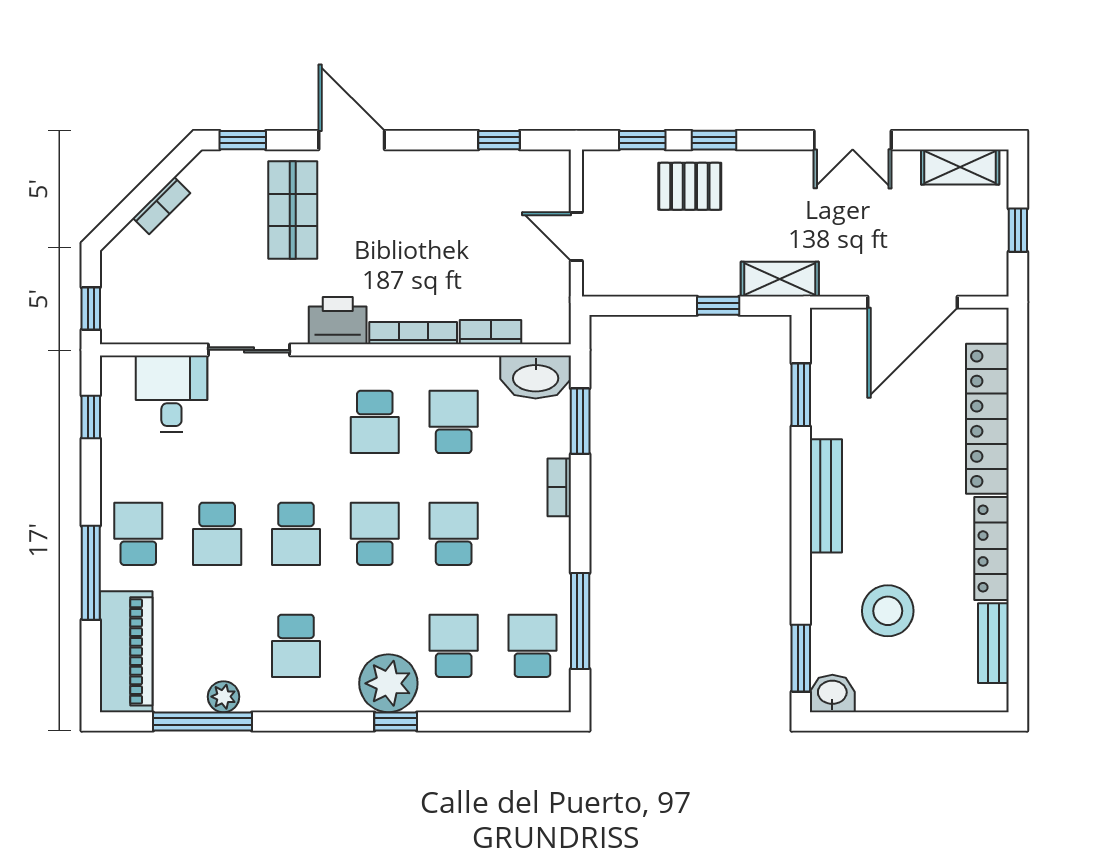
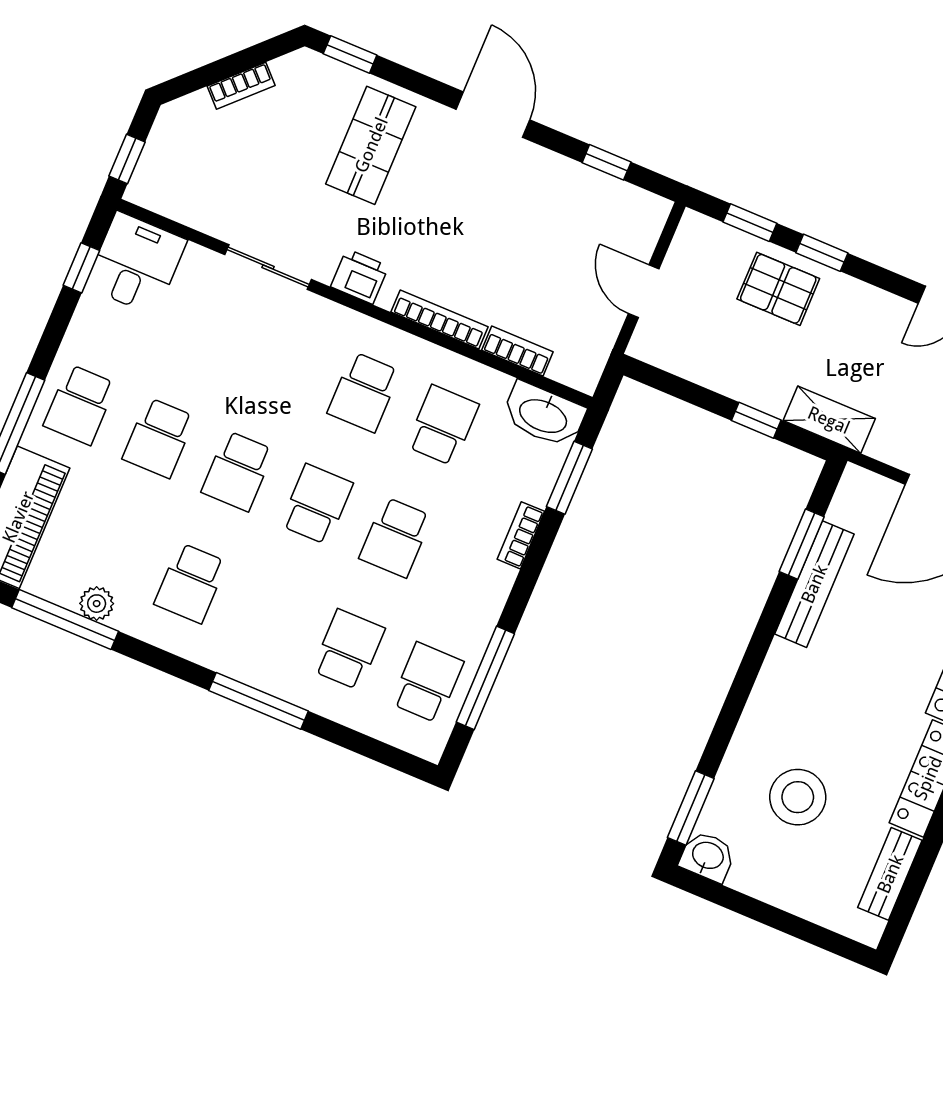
door: (352, 140) -> (493, 115), moved
printer: (338, 321) -> (360, 276), width x0.73, depth x0.81
desk: (171, 394) -> (136, 263), moved
bench: (826, 496) -> (814, 584), moved
school desk: (138, 534) -> (80, 405), turned 180
school desk: (454, 534) -> (396, 537), turned 180
plant: (388, 683) -> (267, 659), removed
window: (396, 721) -> (258, 701), width x2.17

